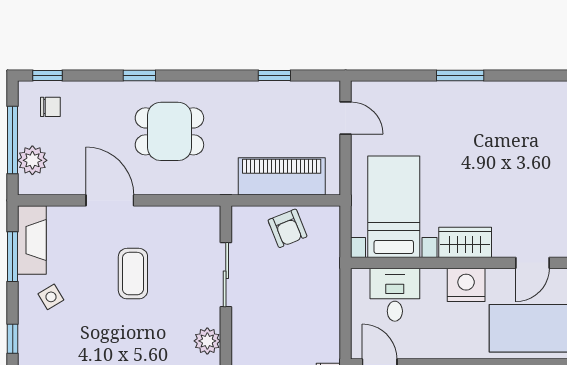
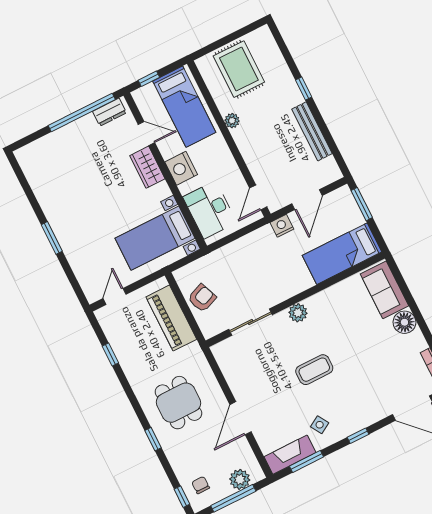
wardrobe: (465, 242) -> (147, 167), moved
coffee table: (133, 274) -> (314, 370), moved
desk: (395, 295) -> (210, 210), width x1.37

